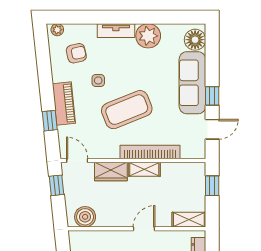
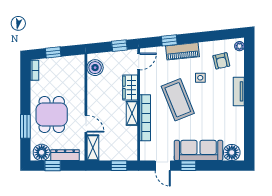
plant: (148, 36) -> (235, 116), removed
door: (144, 229) -> (86, 124), moved

